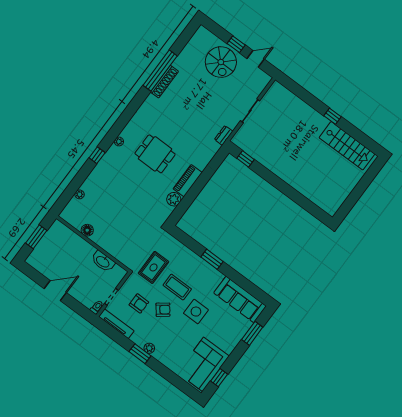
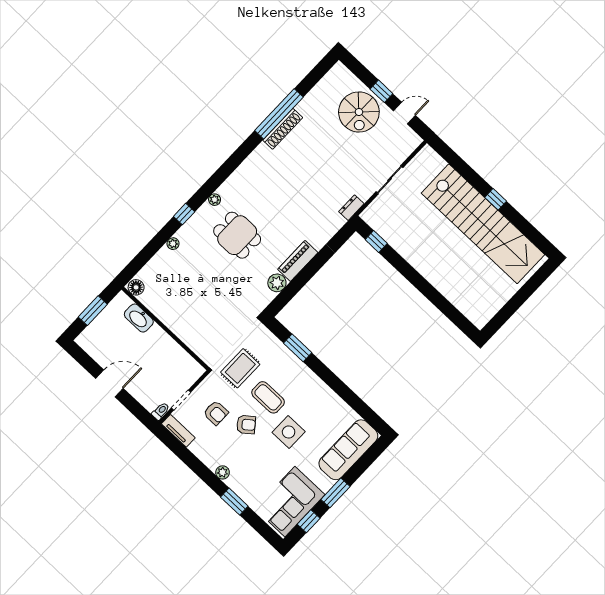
stairs: (347, 146) -> (483, 224), width x1.86, depth x1.51
dining table: (155, 154) -> (237, 235), moved
plant: (80, 194) -> (173, 244), moved
floor lamp: (87, 230) -> (136, 287), moved
window: (212, 259) -> (298, 348), moved
washbasin: (103, 261) -> (139, 318), moved
sofa: (240, 299) -> (348, 450), moved, turned 90
tv unit: (116, 324) -> (178, 431), width x0.71
window: (252, 333) -> (335, 493), moved
window: (140, 354) -> (234, 502), moved

